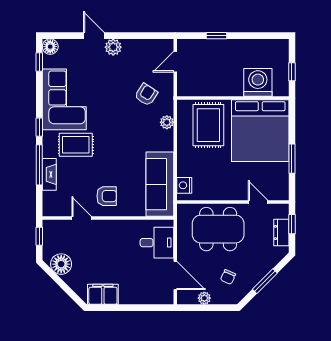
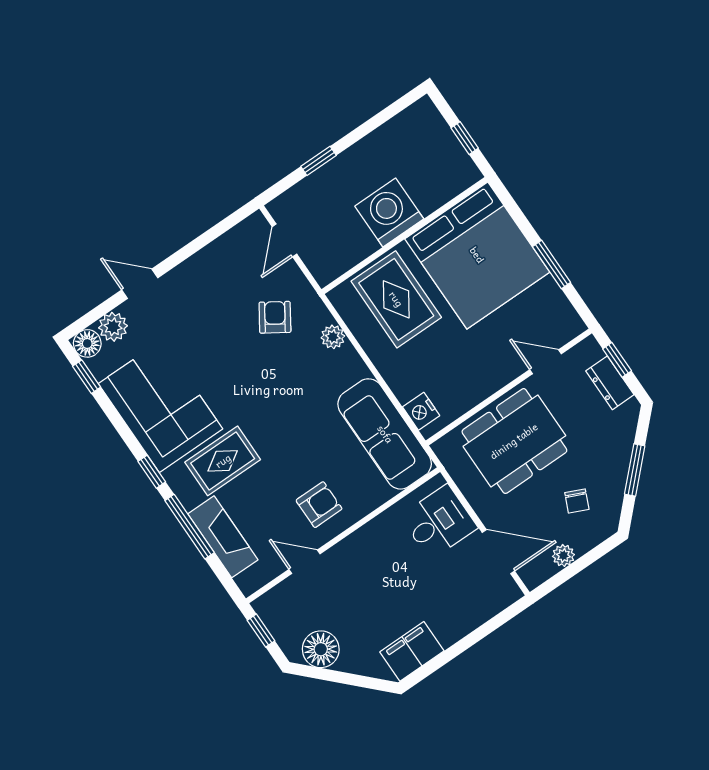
plant: (113, 47) -> (113, 327), moved
washing machine: (258, 82) -> (389, 213), moved
fireplace: (49, 174) -> (223, 537), width x1.37, depth x1.32

